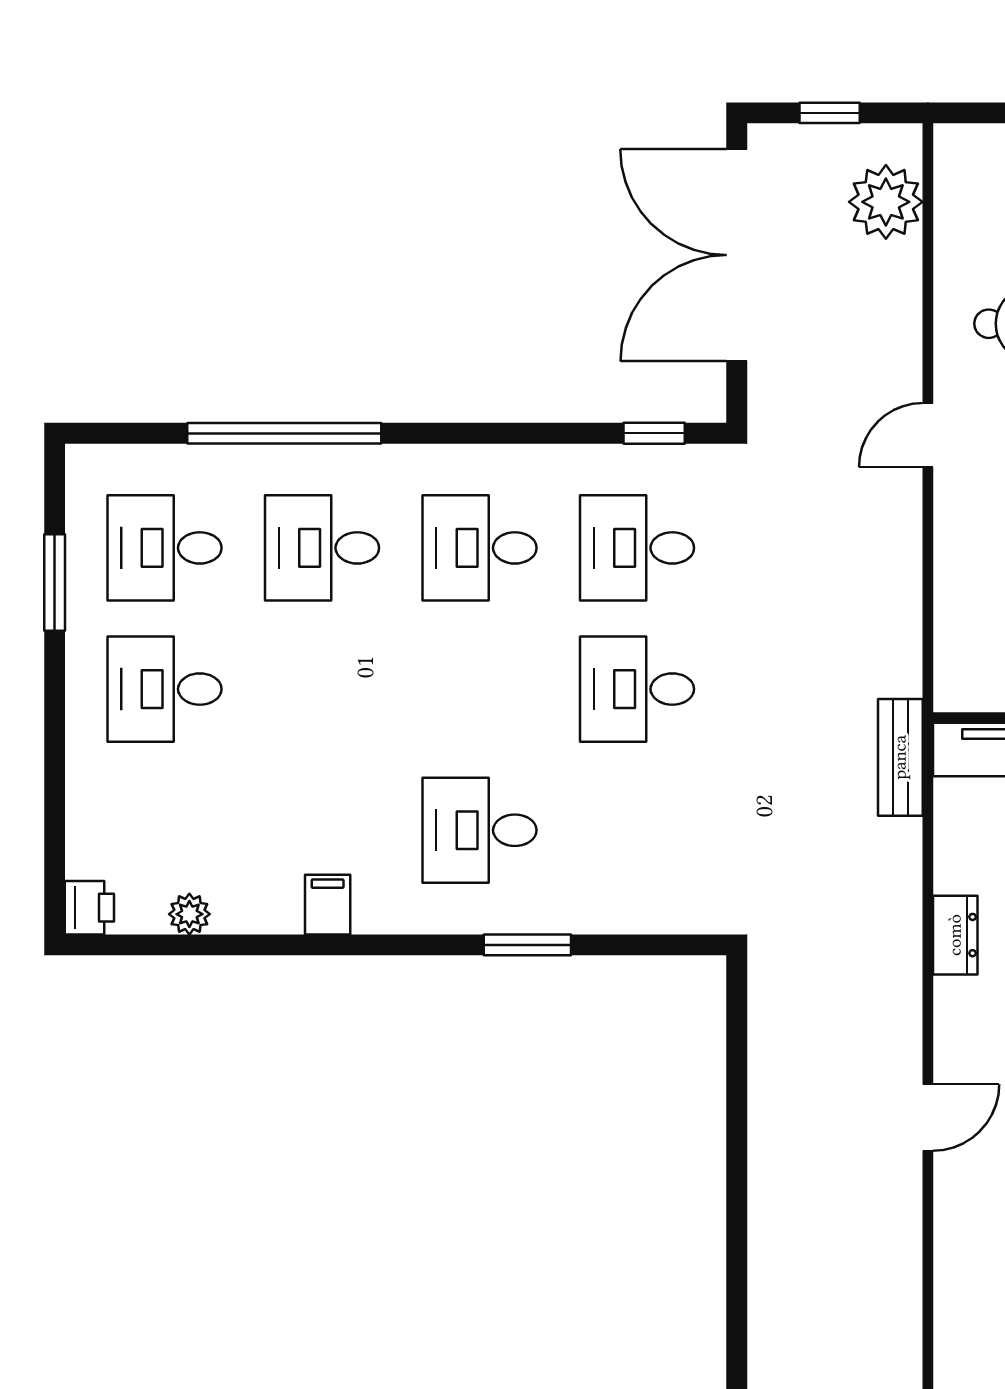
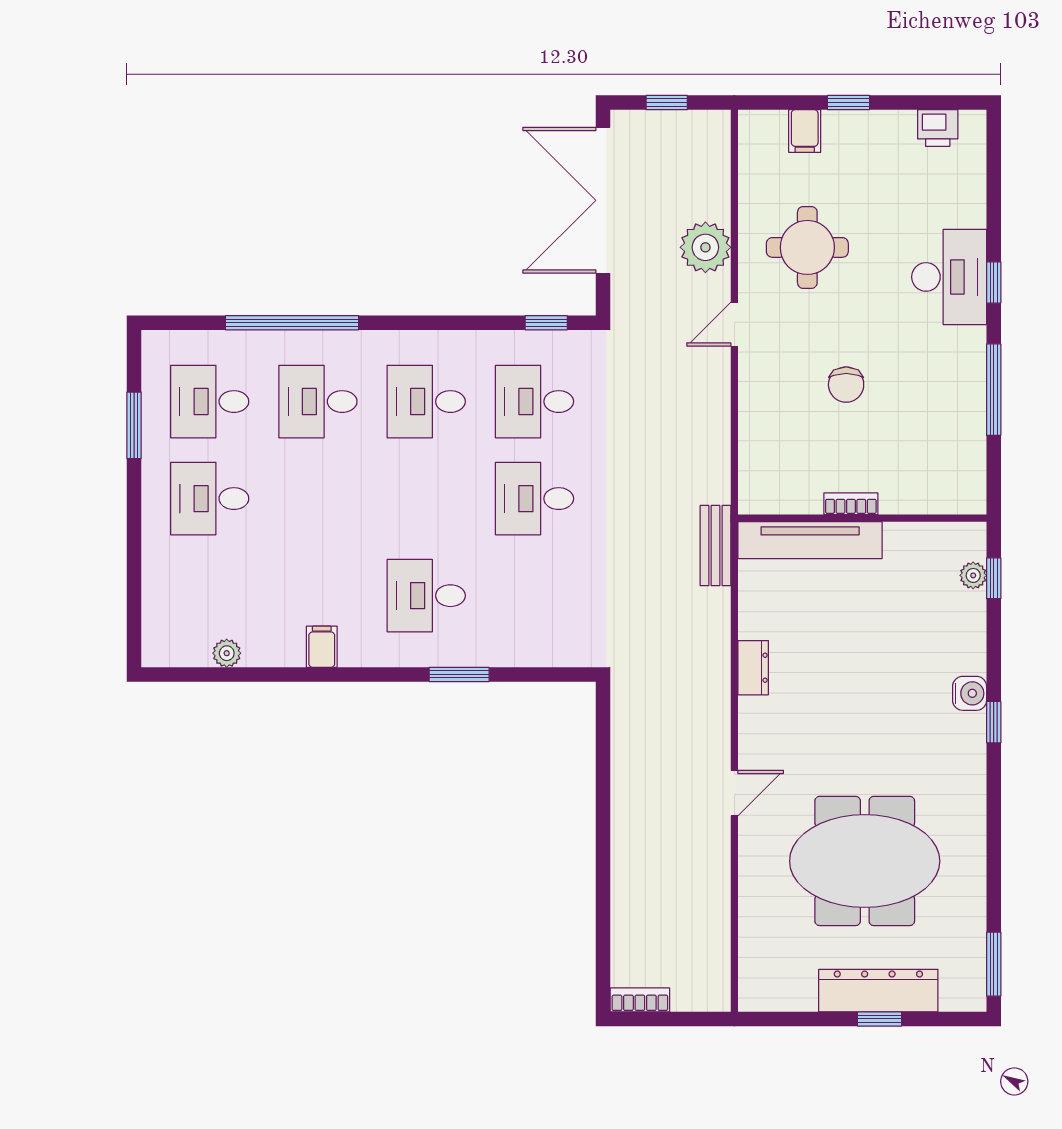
plant: (886, 202) -> (705, 247), moved
printer: (89, 908) -> (158, 649), removed

